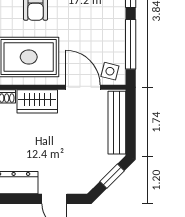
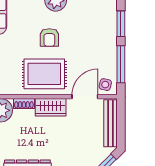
door: (83, 87) -> (85, 97), hinge flipped

